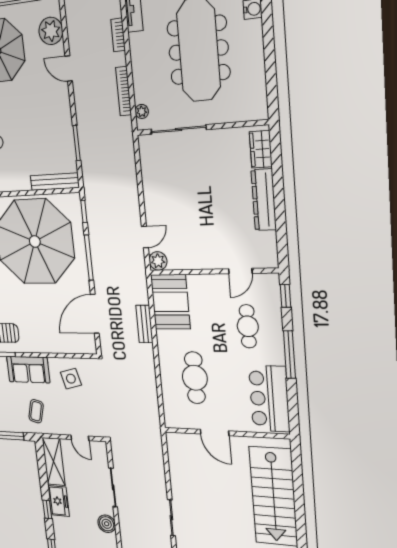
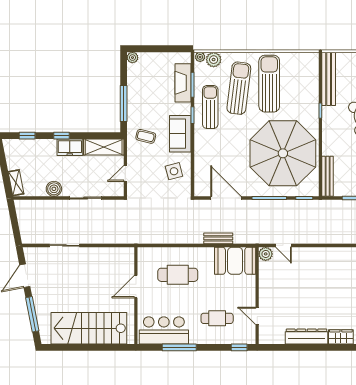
window: (289, 355) -> (179, 347), moved

